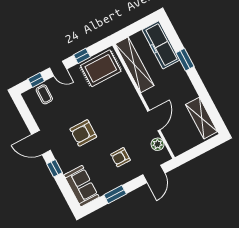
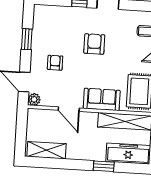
plant: (158, 144) -> (34, 99), moved
sofa: (81, 186) -> (102, 99), moved, turned 180

